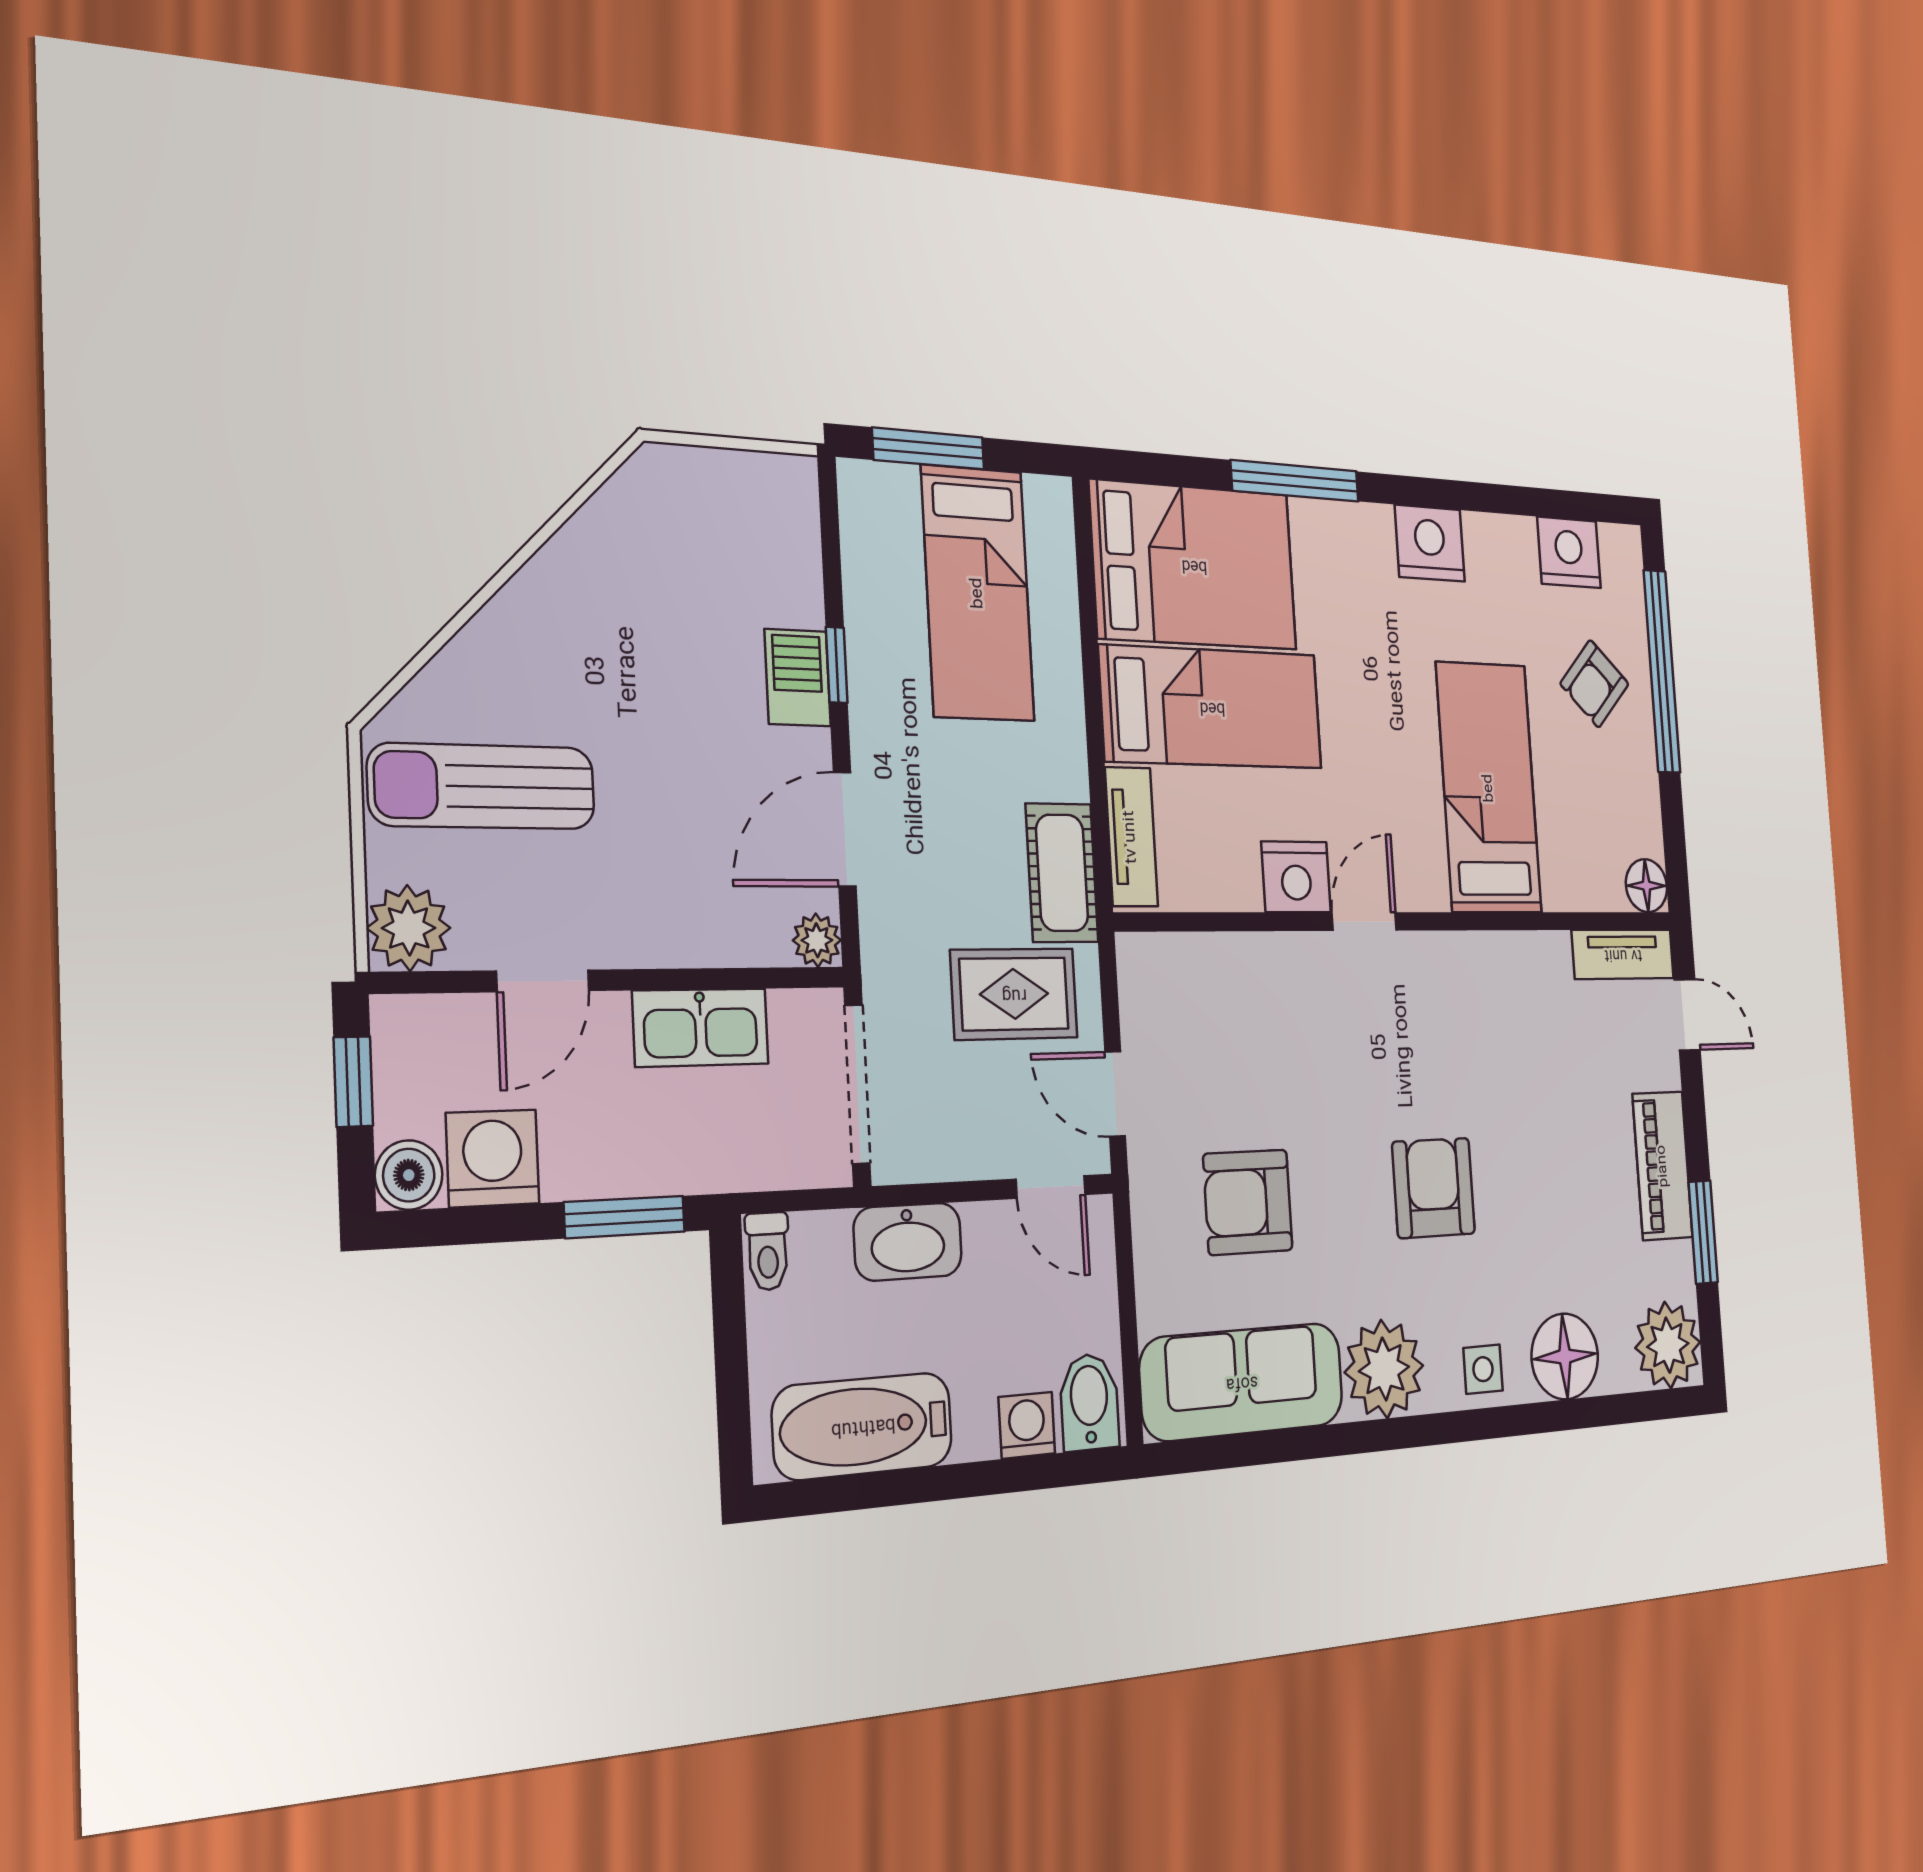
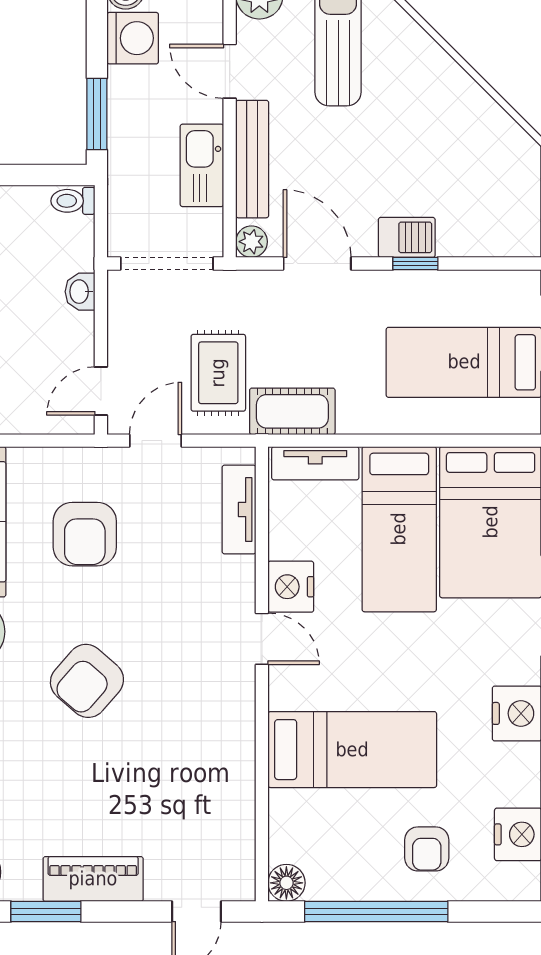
window: (1662, 671) -> (376, 911), moved
armchair: (1594, 684) -> (427, 849), turned -133
bench: (687, 940) -> (252, 159), added
tv unit: (1623, 954) -> (239, 510), moved
armchair: (1434, 1188) -> (87, 681), turned 131
armchair: (1248, 1202) -> (85, 534), turned 180
washbasin: (908, 1242) -> (80, 292), width x0.52, depth x0.69

